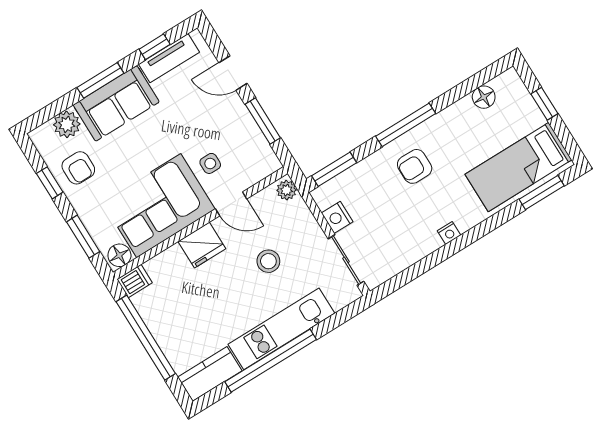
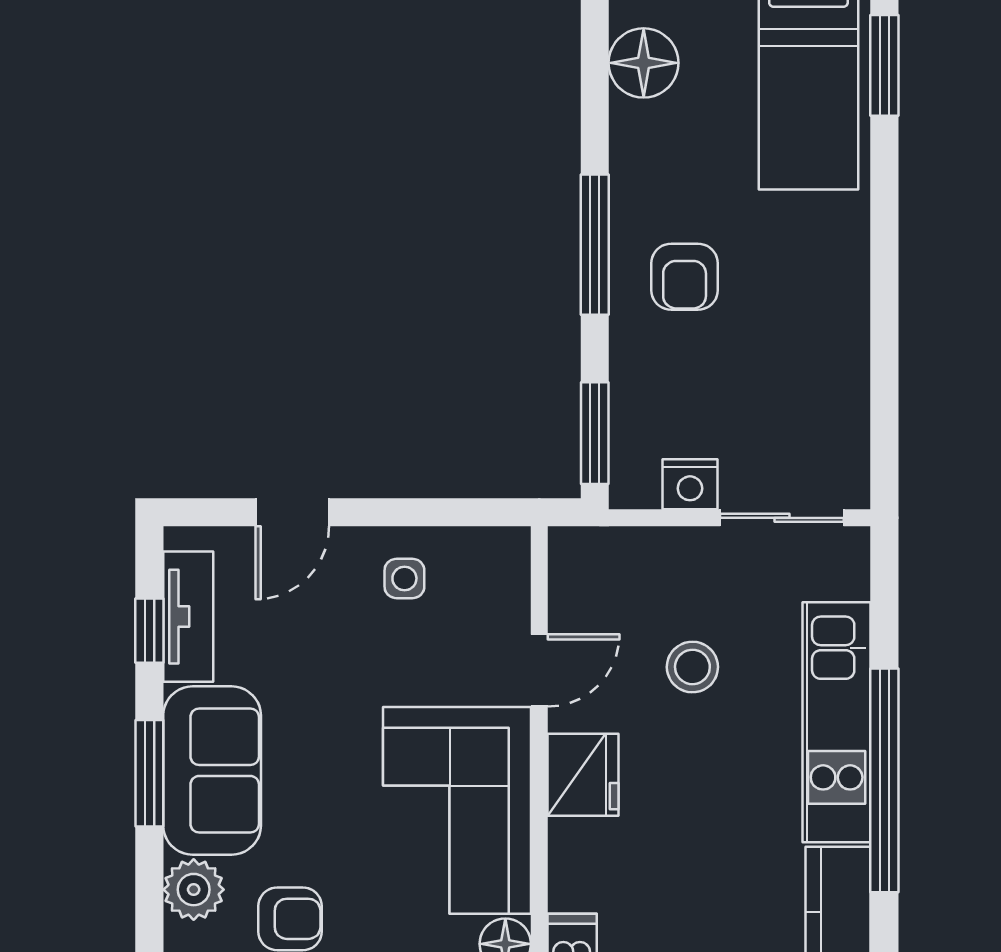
floor lamp: (484, 97) -> (644, 63), width x1.38, depth x1.38
window: (263, 121) -> (419, 512), removed
side table: (210, 163) -> (404, 578), moved
plant: (287, 190) -> (578, 549), removed
nightstand: (449, 233) -> (852, 290), removed

